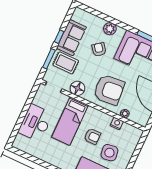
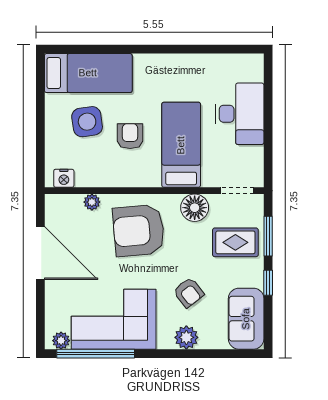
sofa: (71, 38) -> (246, 319), moved
nightstand: (117, 124) -> (64, 178), moved
armchair: (92, 136) -> (130, 136), turned 90

